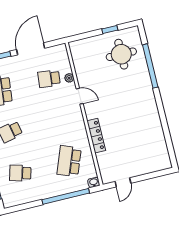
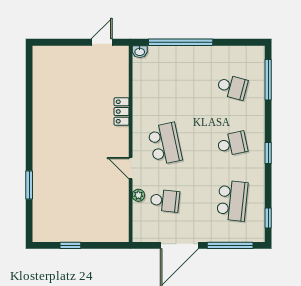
round table: (121, 54) -> (63, 210), removed
window: (150, 66) -> (29, 185), width x0.47
locker: (96, 136) -> (122, 112), width x0.66
school desk: (69, 161) -> (165, 144), moved, turned -33

